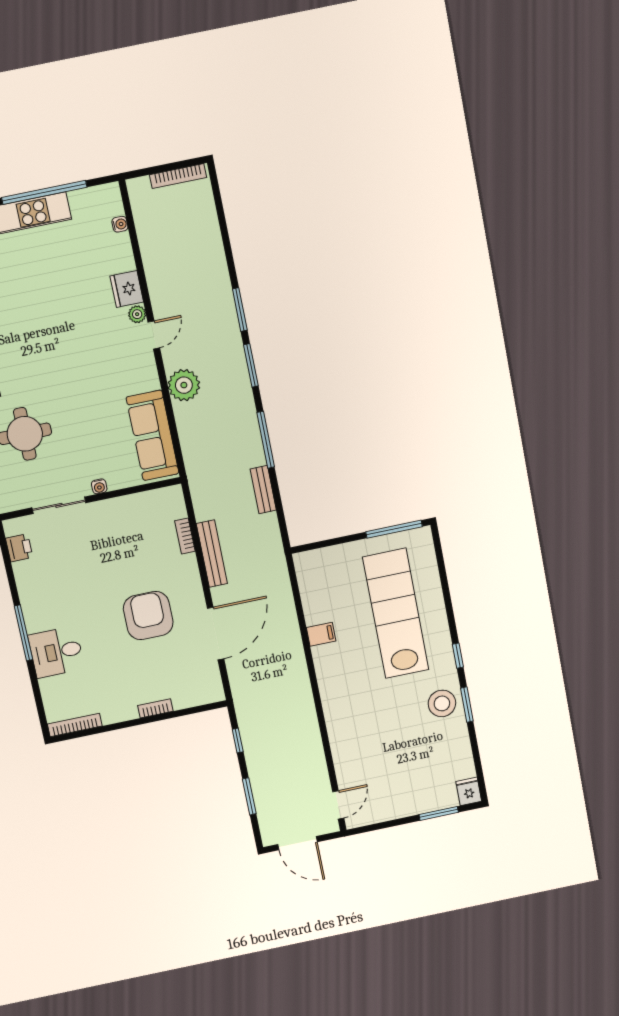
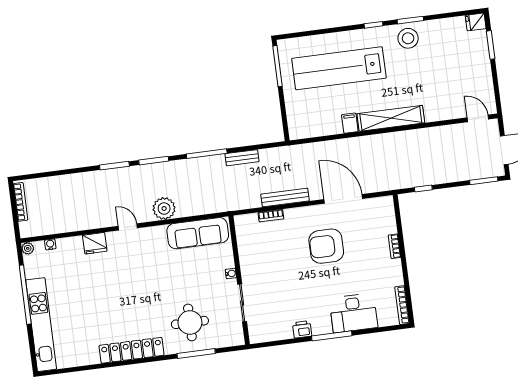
plant: (137, 314) -> (28, 248), moved
printer: (19, 548) -> (302, 329), moved
desk: (56, 652) -> (353, 313), width x1.37
shelving: (331, 689) -> (391, 118), added
window: (249, 796) -> (484, 181), moved

